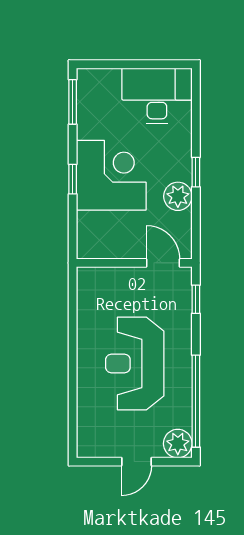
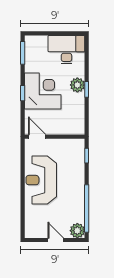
plant: (178, 196) -> (77, 85), moved
door: (163, 263) -> (37, 137), moved
reception desk: (135, 364) -> (41, 180), moved
door: (137, 462) -> (56, 240), swing flipped

